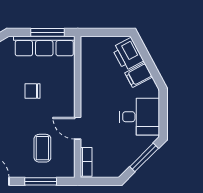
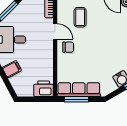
printer: (128, 54) -> (44, 89), moved, turned -62
chair: (32, 91) -> (68, 47), moved

